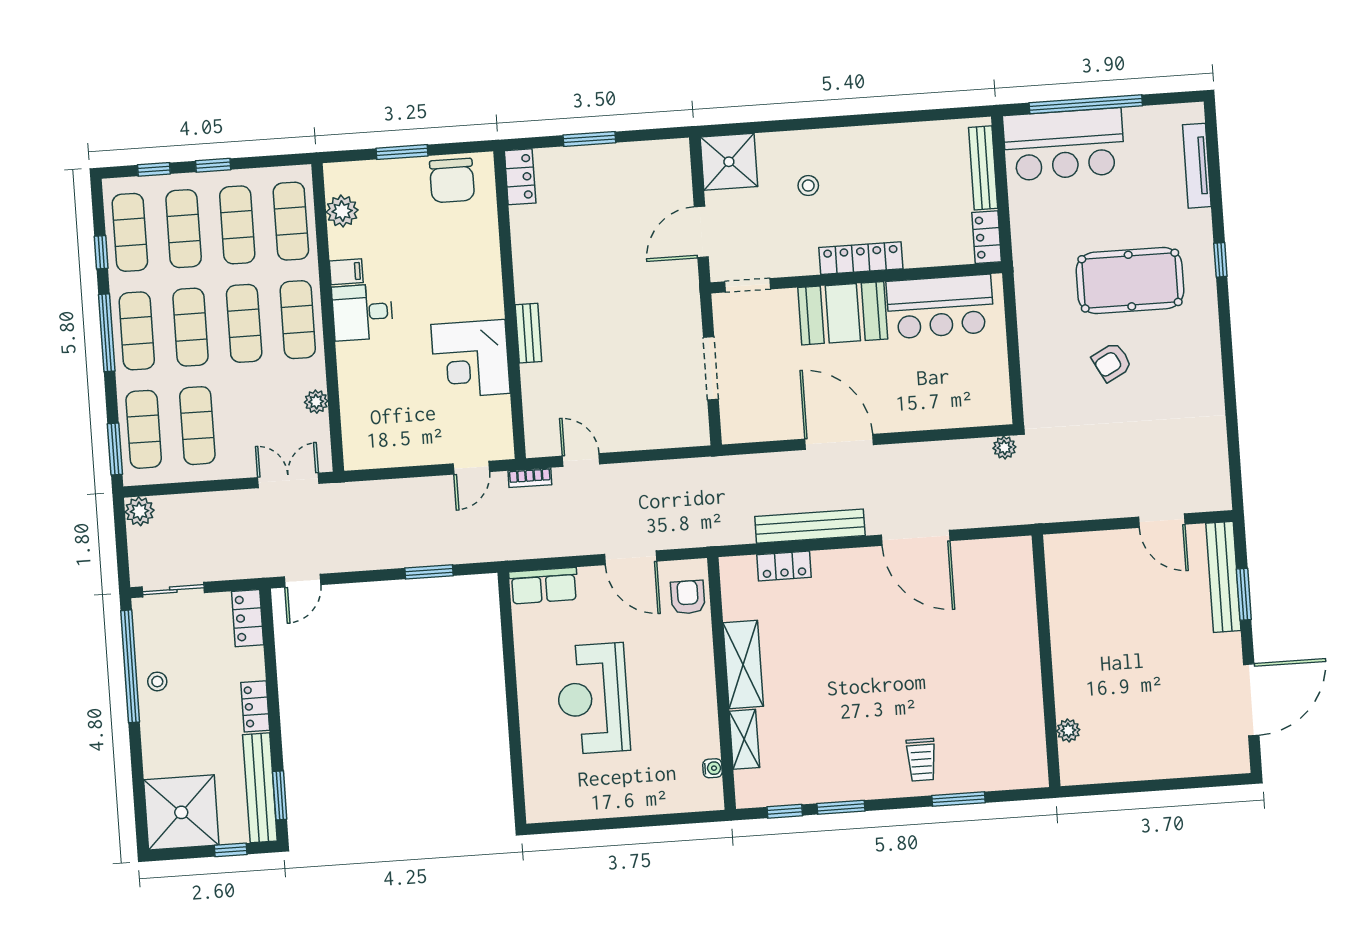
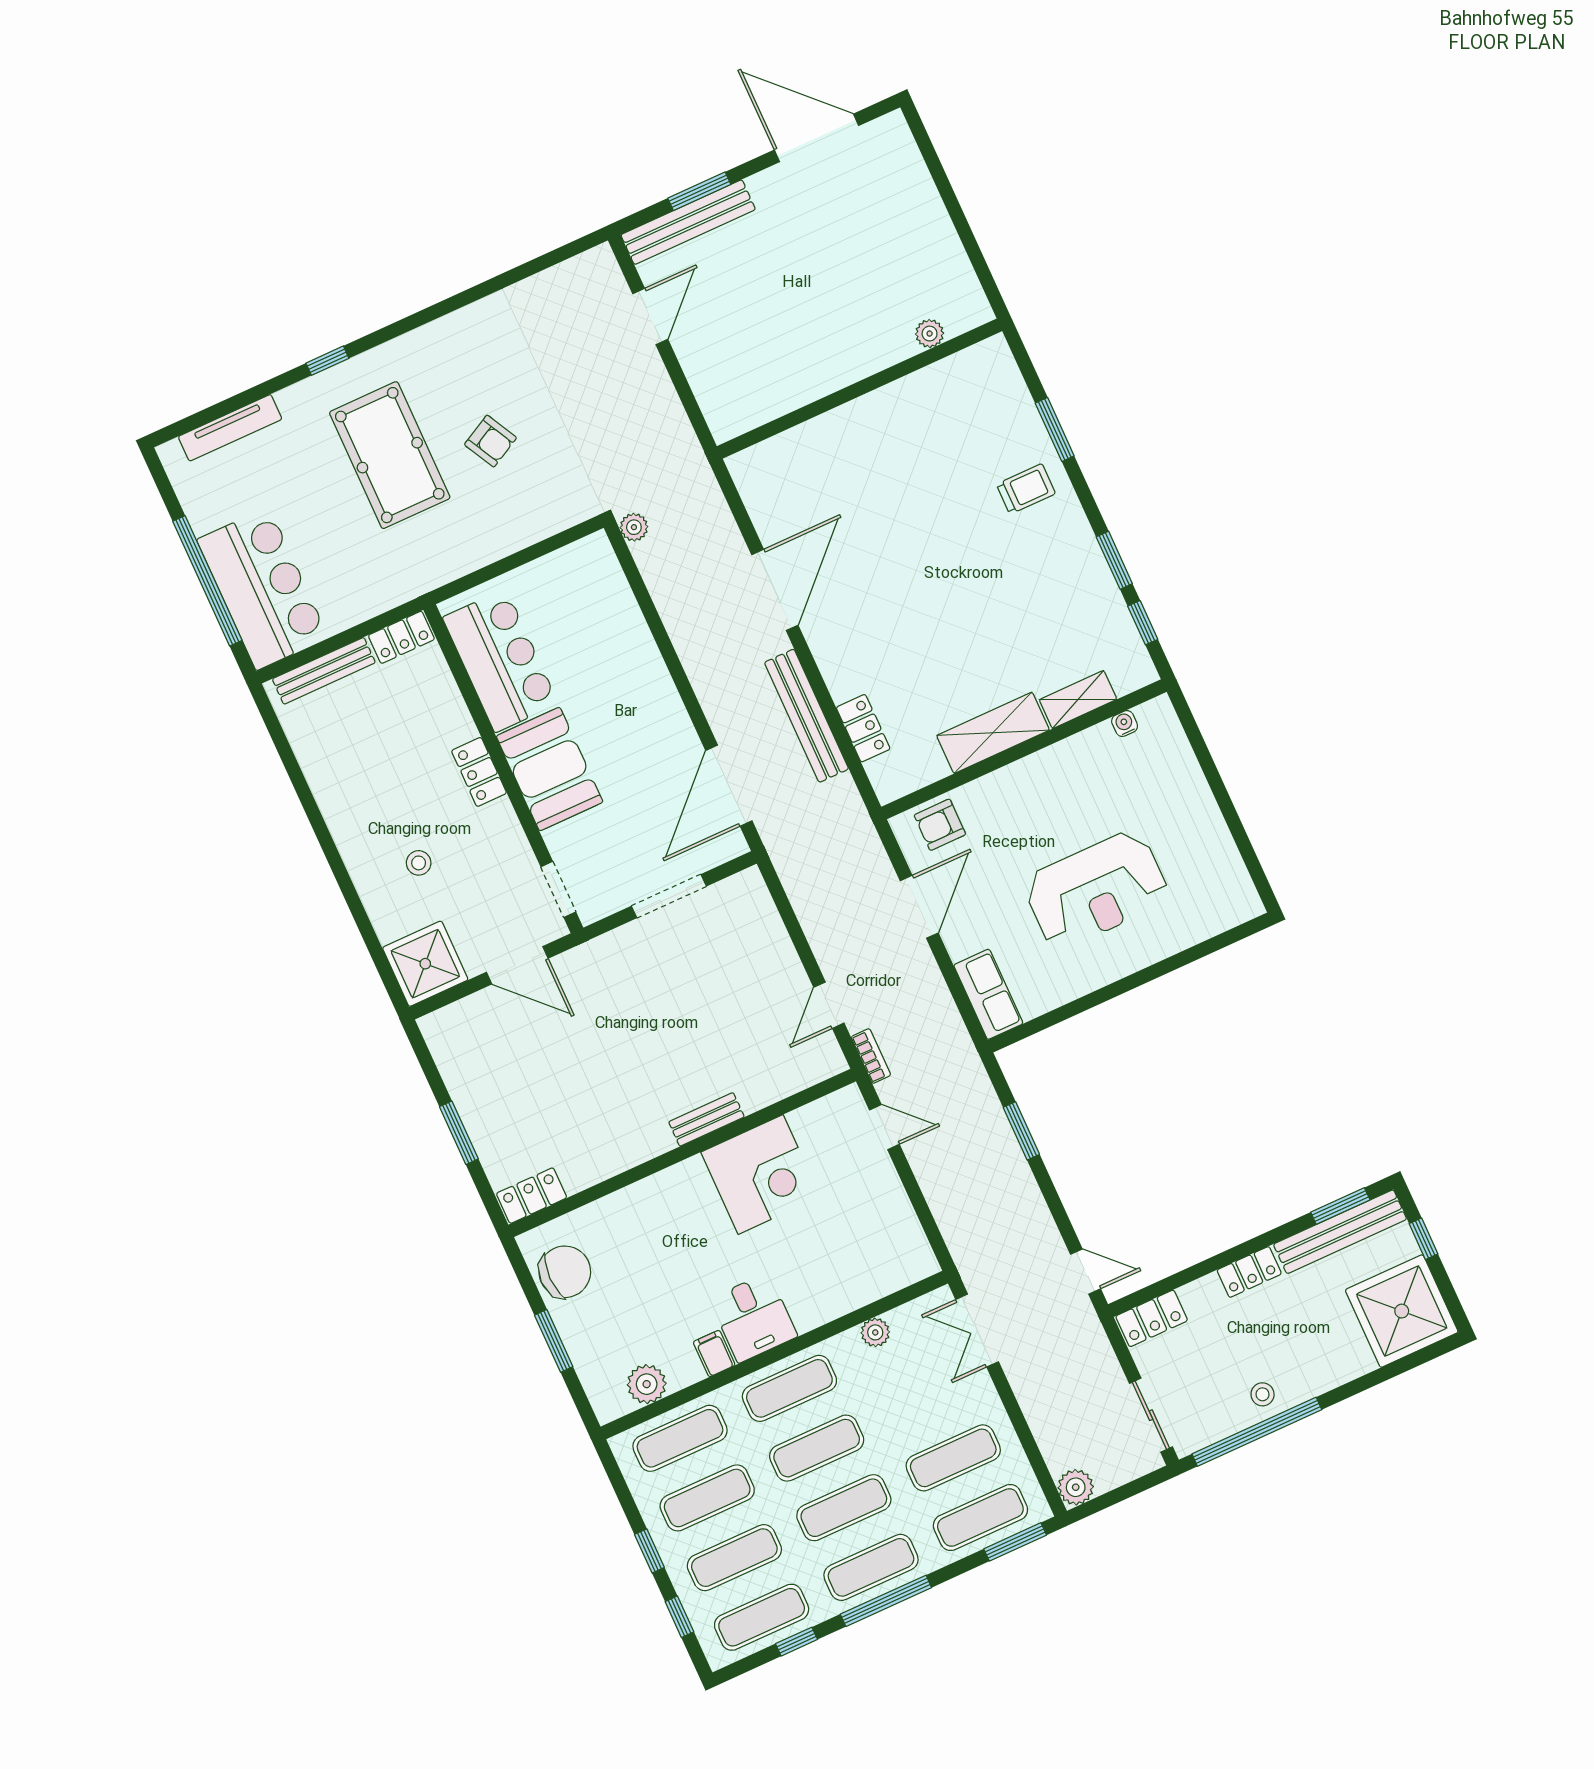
locker: (861, 258) -> (479, 772), width x0.66
door: (839, 442) -> (729, 786), moved

